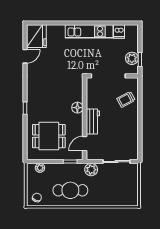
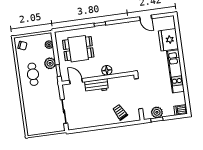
dishwasher: (119, 32) -> (181, 110), moved
fridge: (36, 36) -> (168, 40), moved, turned 90
dining table: (49, 136) -> (78, 49), turned 90
plant: (91, 170) -> (50, 63), moved
cafe table: (70, 190) -> (33, 74), width x0.73, depth x0.74

